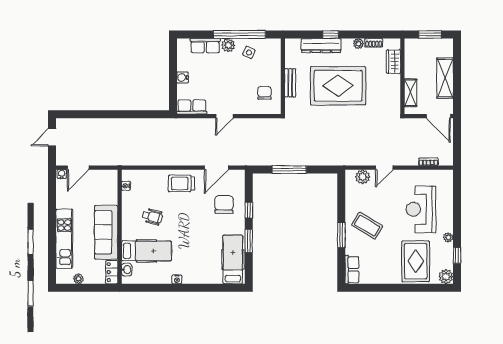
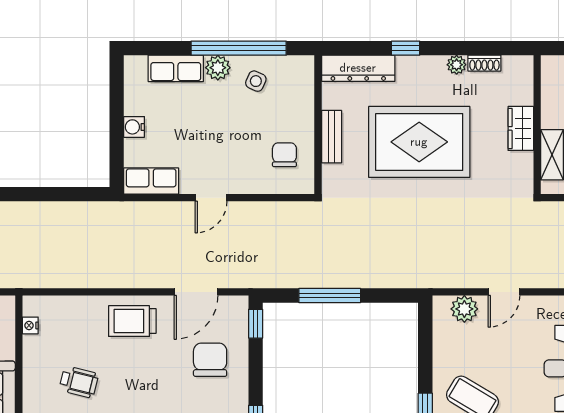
dresser: (321, 46) -> (358, 68), moved
wardrobe: (394, 62) -> (521, 128), moved
window: (249, 210) -> (256, 324), moved

